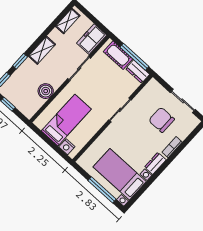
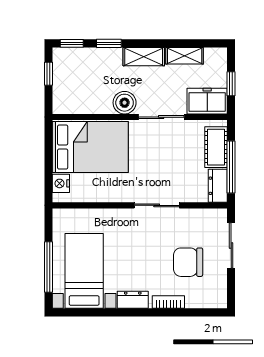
window: (94, 20) -> (231, 84), added
shelving: (68, 21) -> (185, 56), moved
boiler: (46, 91) -> (125, 103), moved
sliding door: (183, 101) -> (231, 246), moved
bed: (66, 120) -> (90, 147), width x1.50
chair: (162, 120) -> (188, 262), turned -90

